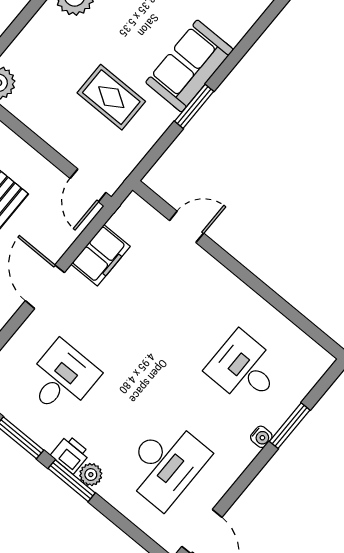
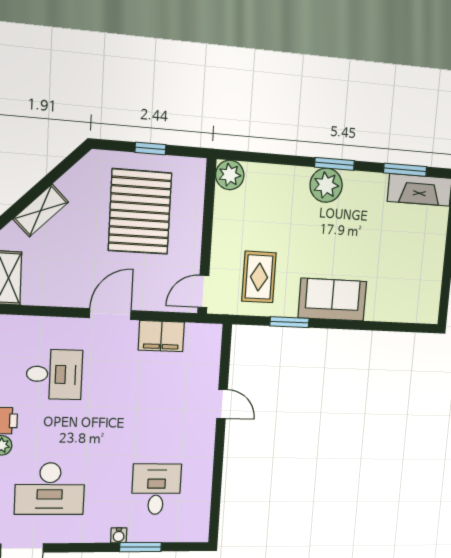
rug: (111, 97) -> (259, 277), moved
window: (194, 106) -> (289, 322), moved
door: (187, 227) -> (222, 404), moved

